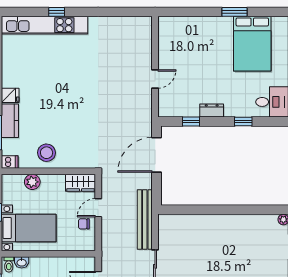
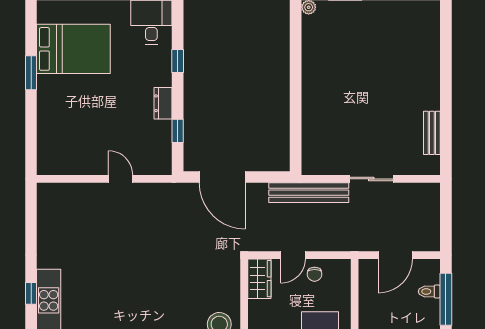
window: (57, 12) -> (31, 293), moved
door: (98, 208) -> (293, 255), hinge flipped

